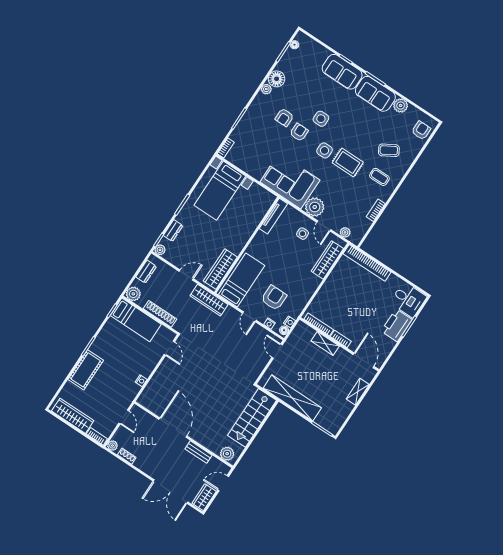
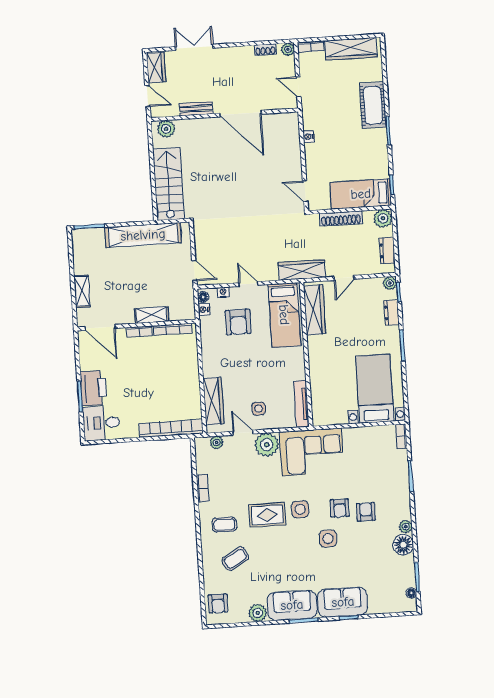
door: (223, 483) -> (148, 96), hinge flipped
double door: (171, 492) -> (194, 47), width x0.73

